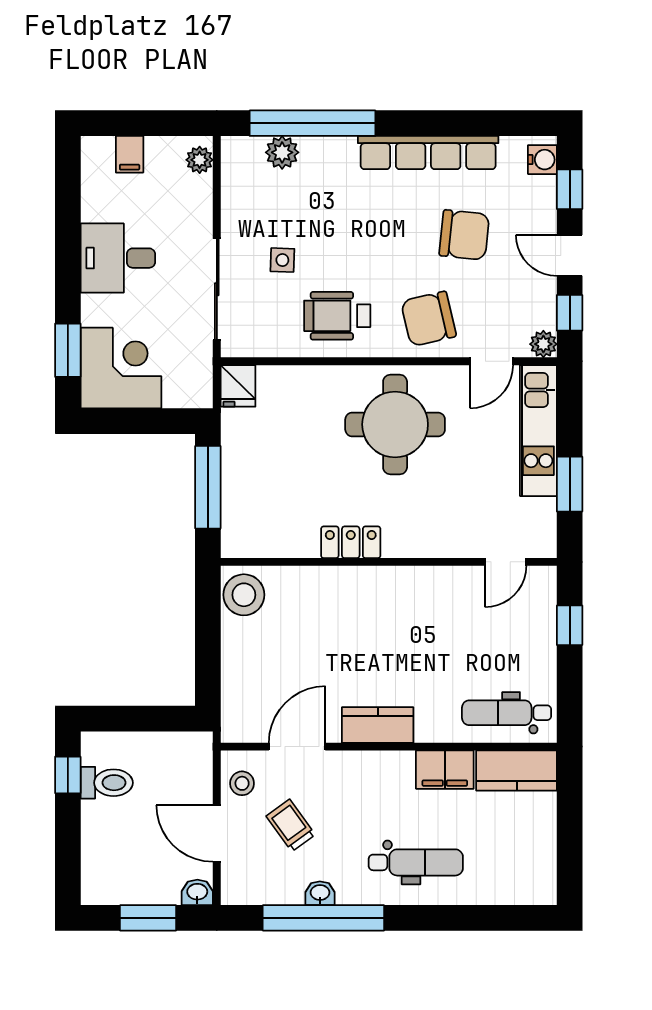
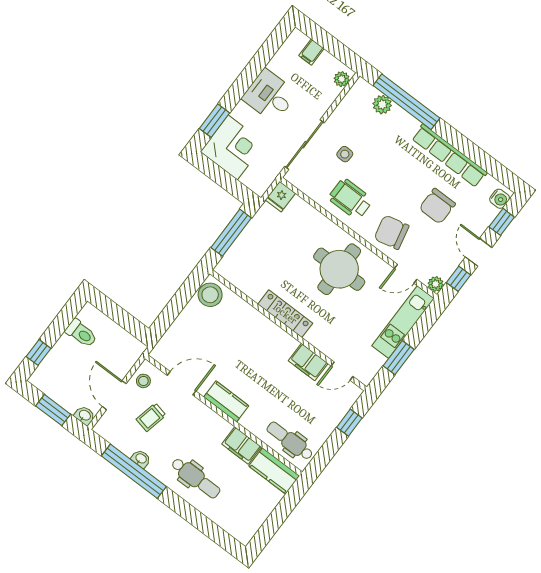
chair: (464, 235) -> (437, 206), turned 84
locker: (351, 542) -> (285, 314), width x1.53
filing cabinet: (449, 585) -> (308, 362), added
window: (68, 775) -> (39, 353), moved
trolley: (291, 825) -> (151, 417), turned -132

